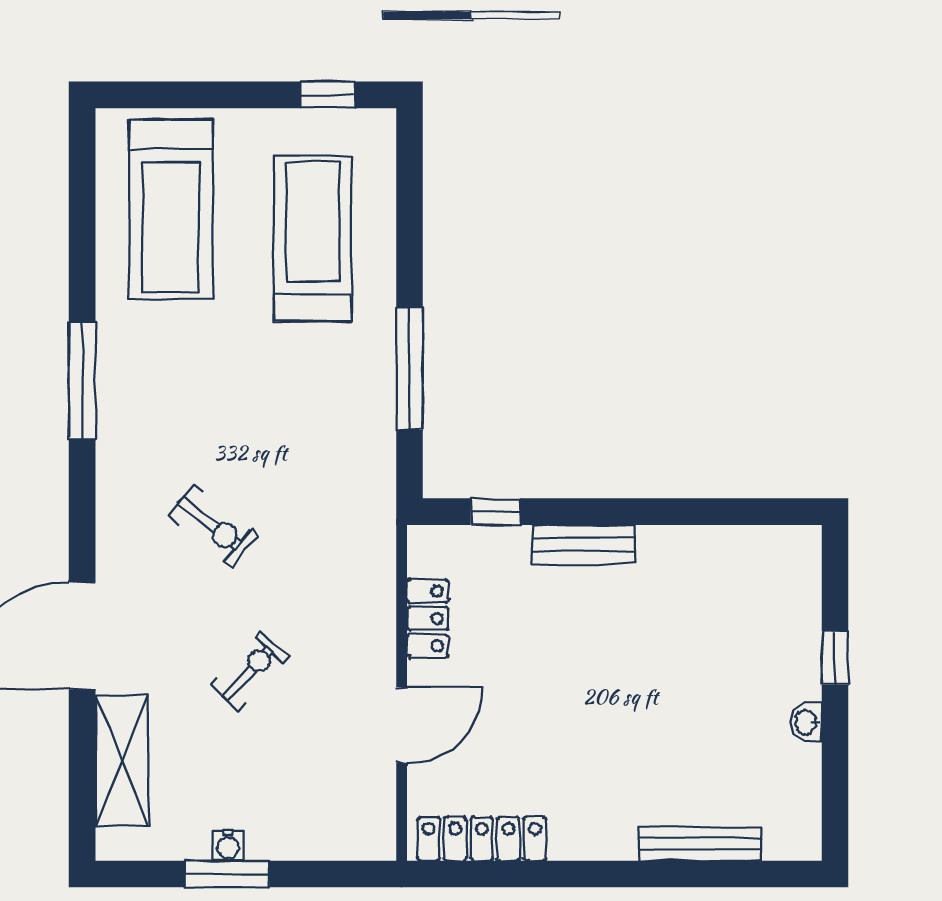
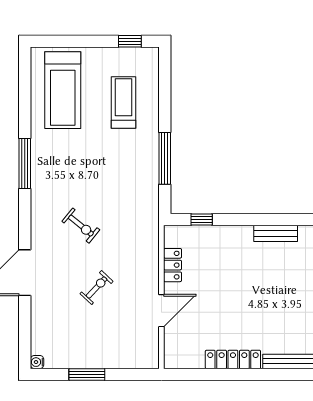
treadmill: (313, 238) -> (123, 102), width x0.73, depth x0.73
bench: (583, 544) -> (276, 233), moved
shelving: (122, 760) -> (42, 326), removed
locker: (482, 839) -> (233, 359), moved
water cooler: (228, 845) -> (37, 362), moved, turned 90

